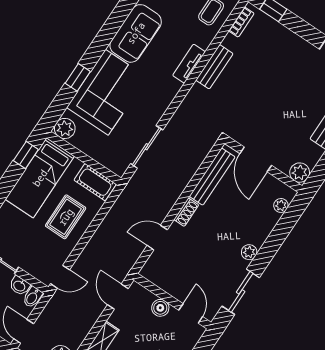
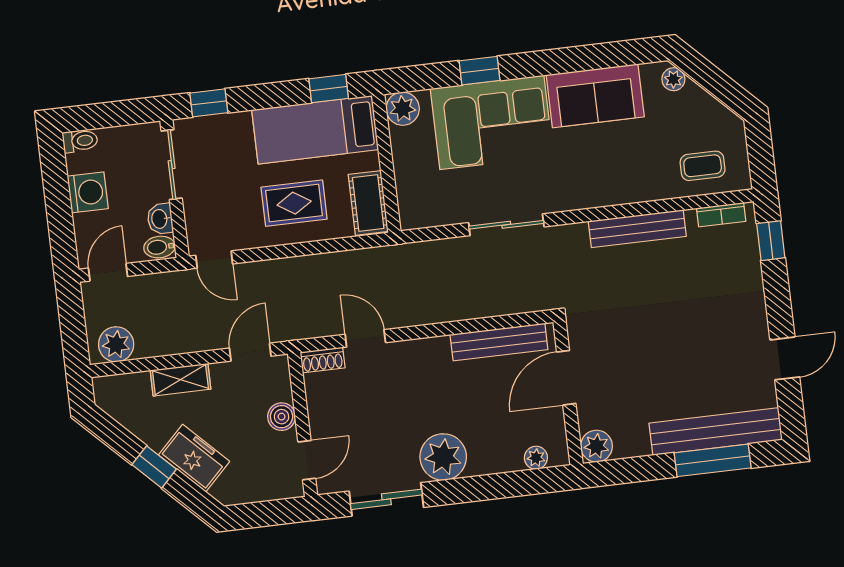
tv unit: (189, 64) -> (614, 194), removed
bench: (214, 67) -> (637, 229), width x1.36
sliding door: (147, 147) -> (506, 225), moved
shoe rack: (186, 212) -> (323, 360), moved
plant: (249, 252) -> (443, 457), width x1.88, depth x1.88

